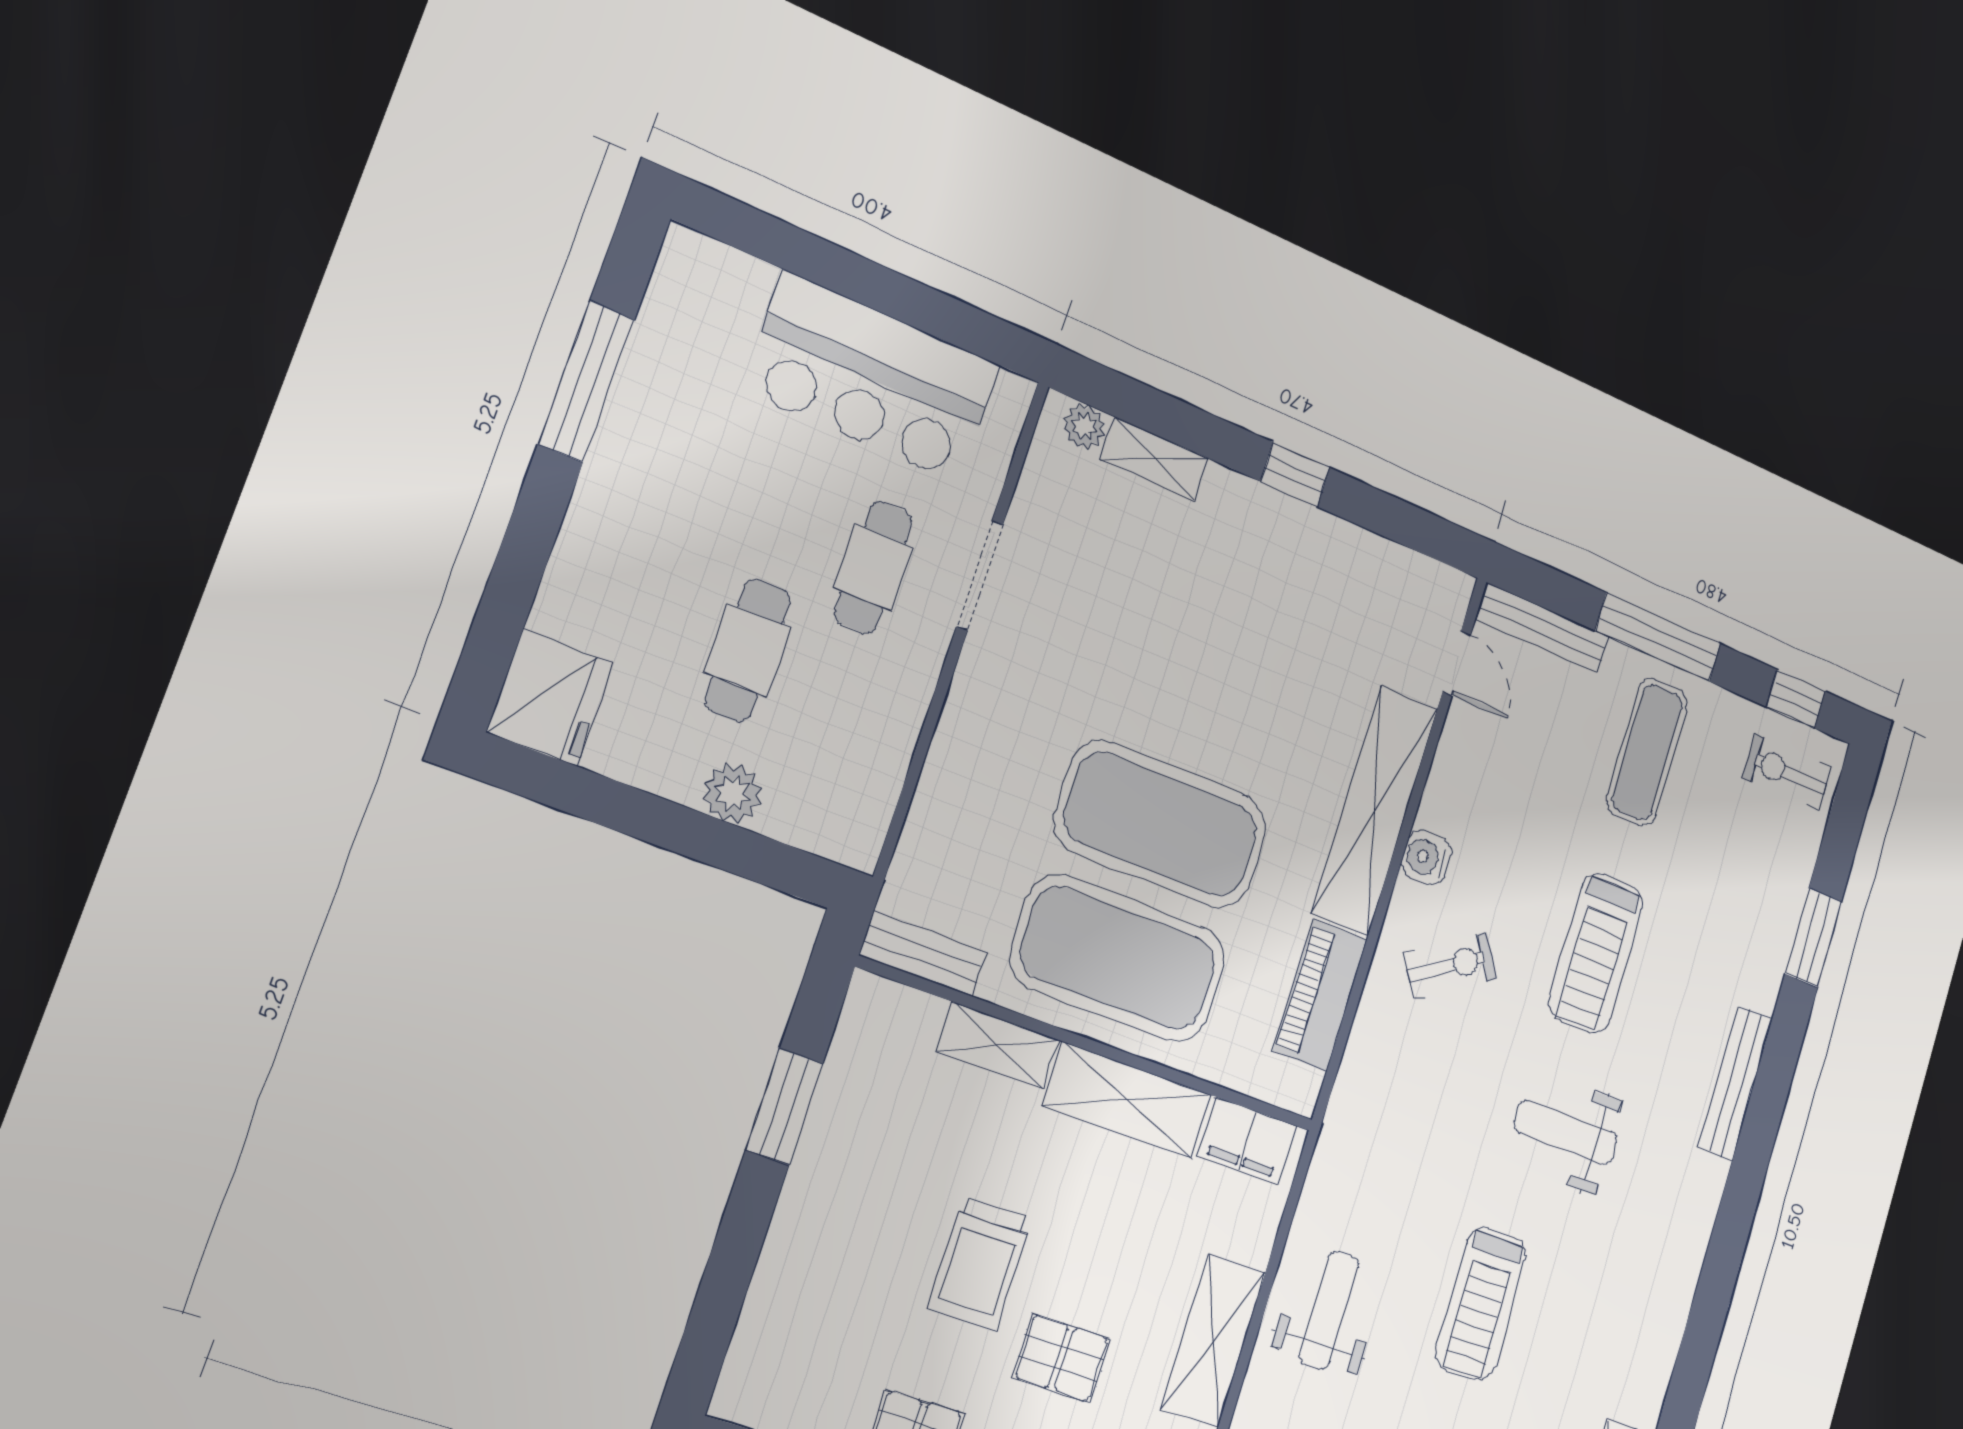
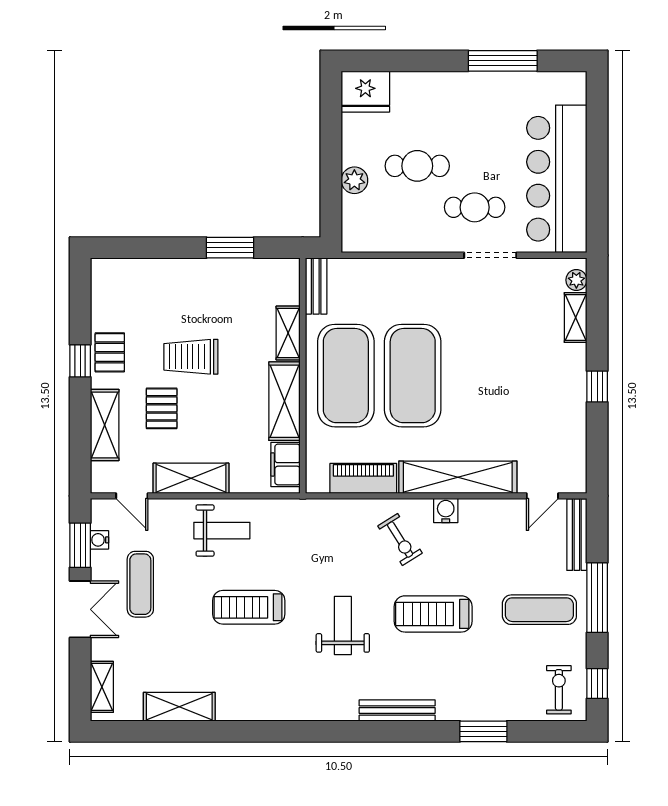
bar counter: (872, 377) -> (557, 179), width x1.36

